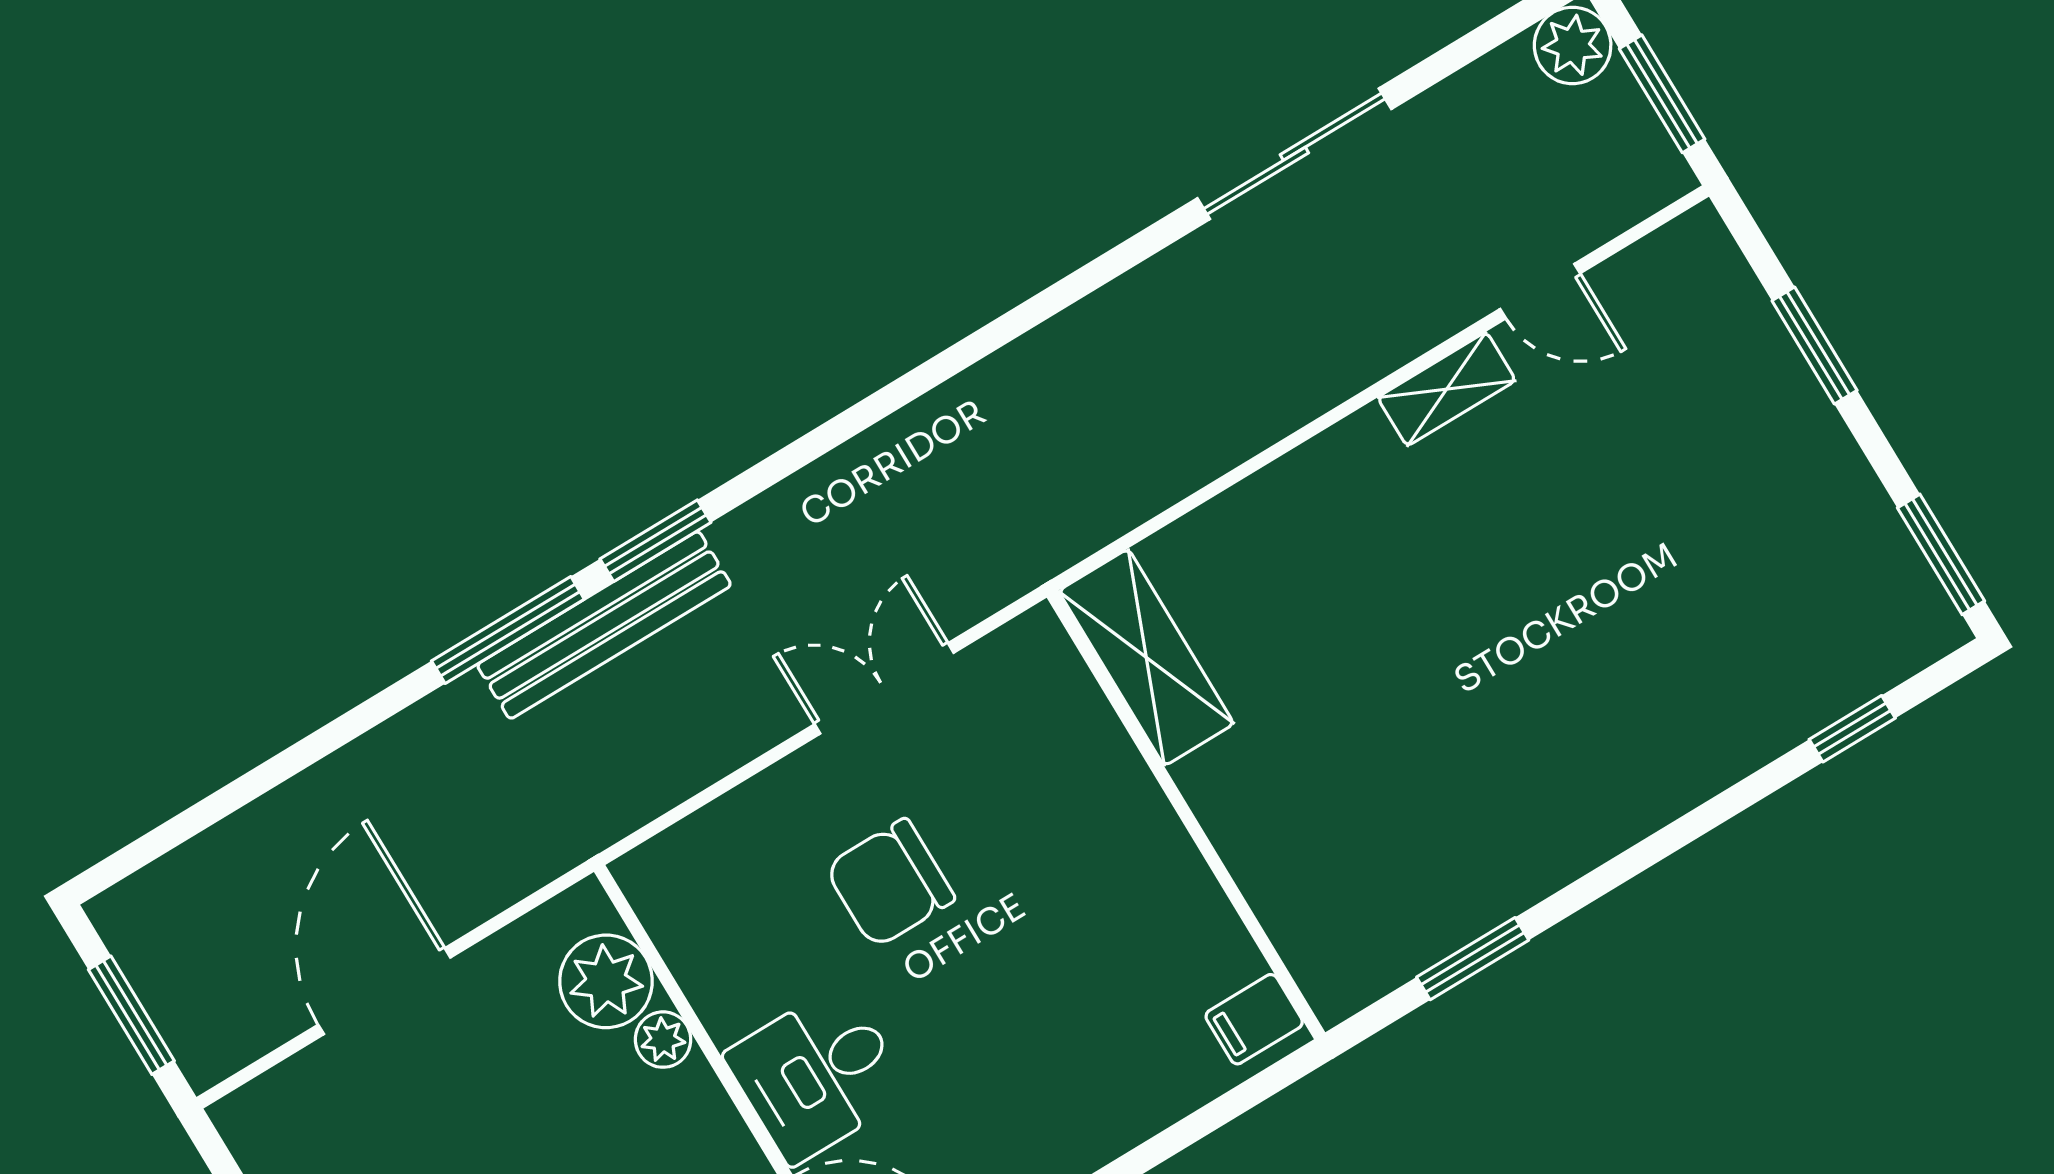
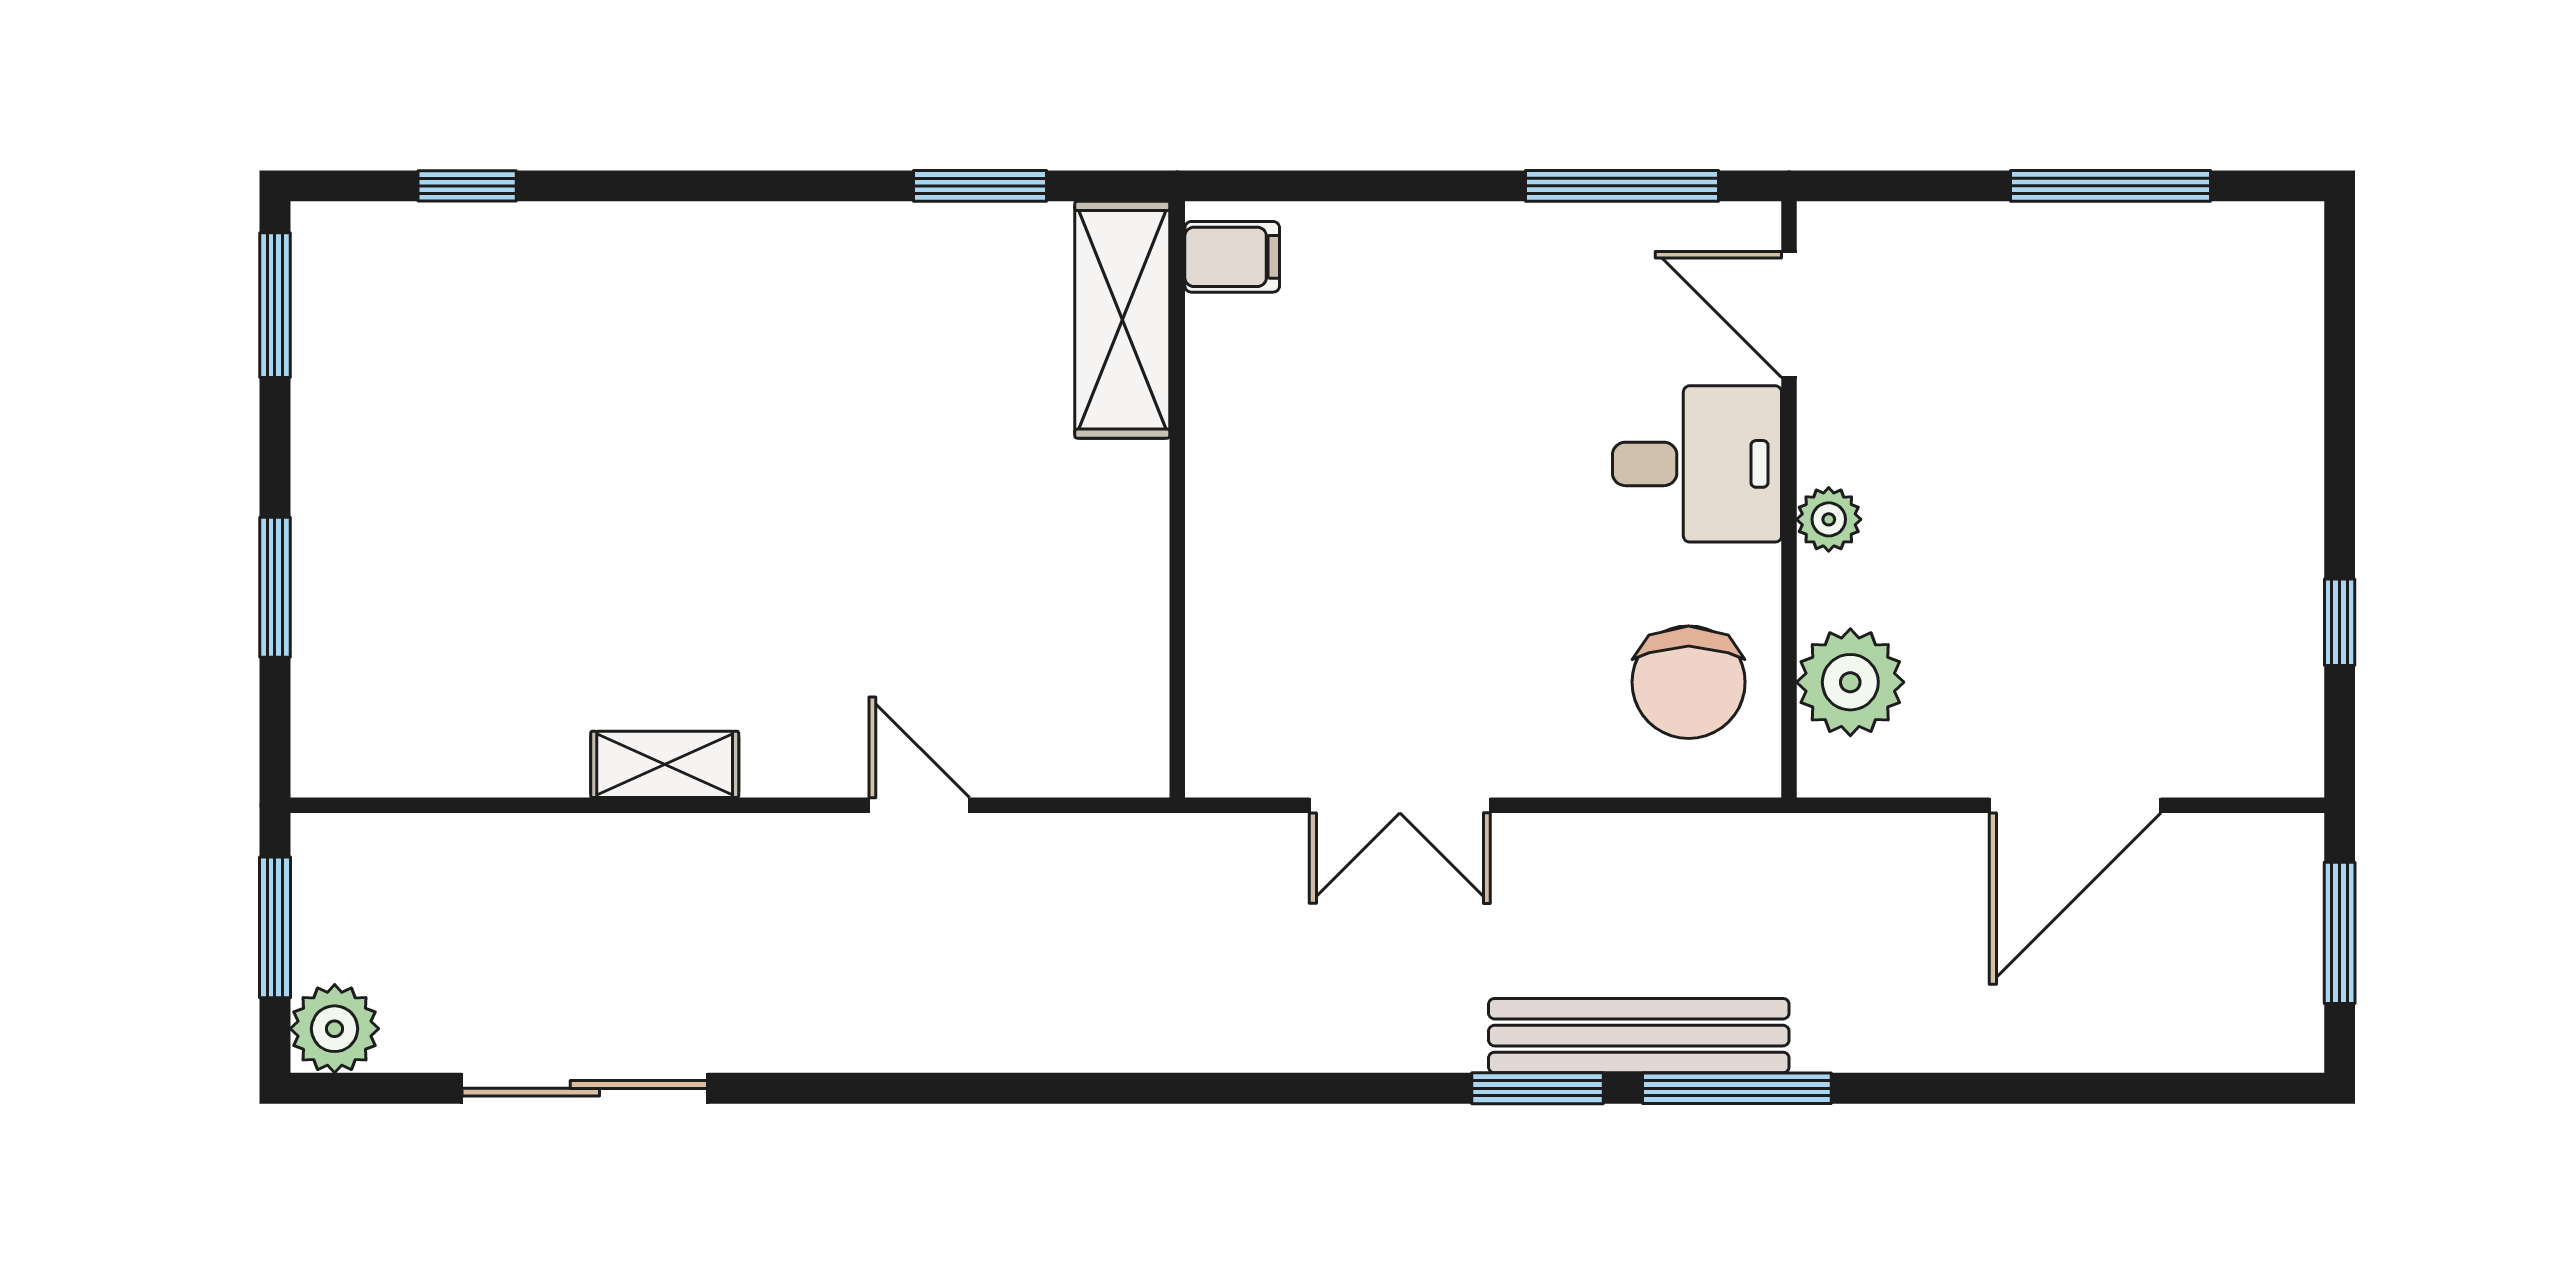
sliding door: (1294, 154) -> (585, 1088), moved
door: (1540, 291) -> (919, 805), moved
shelving: (1146, 657) -> (1122, 320), moved
chair: (890, 883) -> (1689, 682), moved, turned 90
plant: (663, 1040) -> (1829, 519), moved

